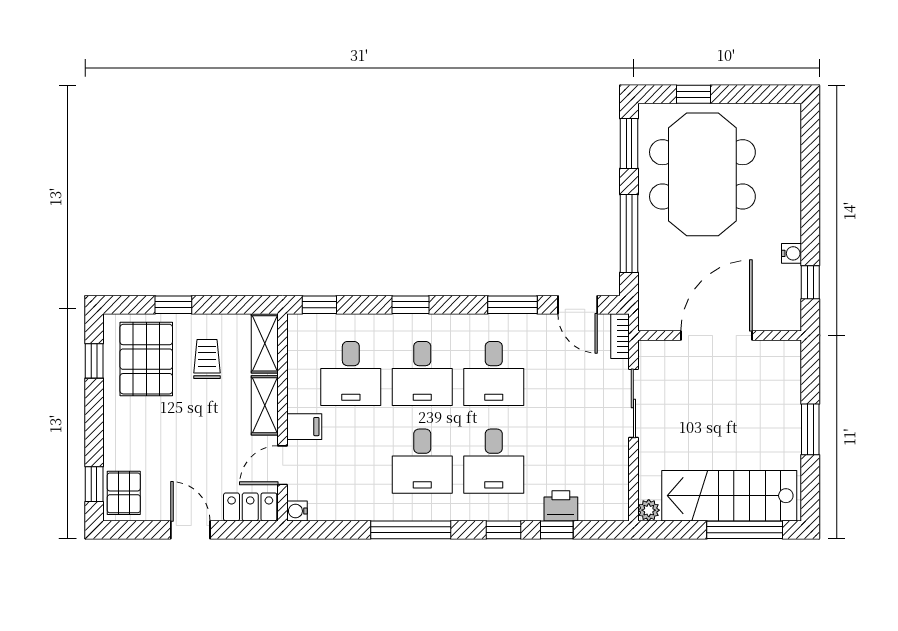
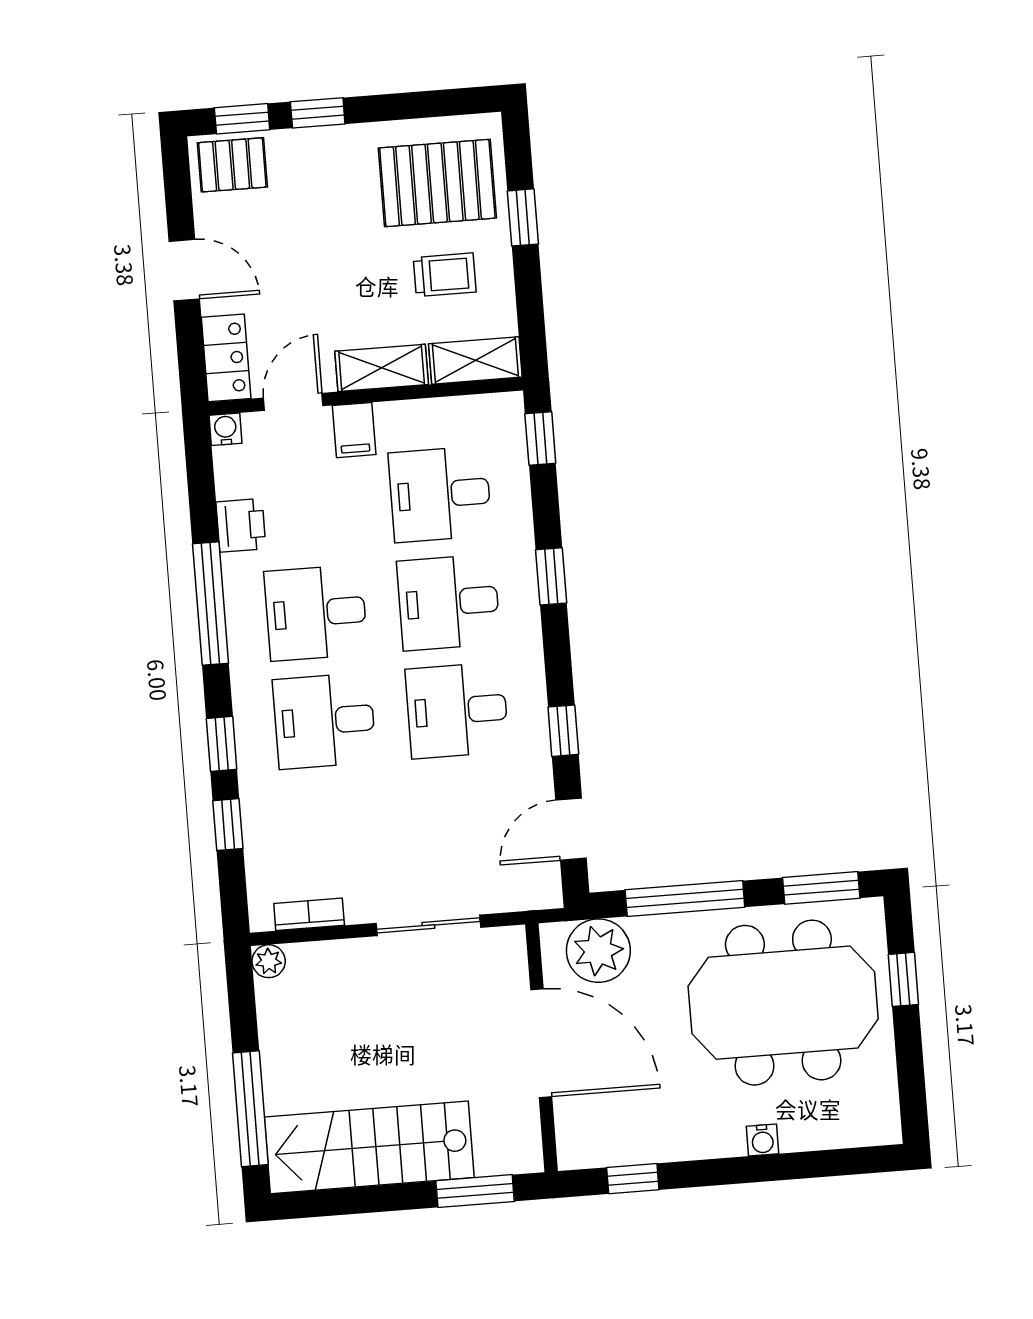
water cooler: (792, 253) -> (763, 1140), moved
plant: (659, 293) -> (598, 951), added
window: (513, 305) -> (563, 731), width x0.67
bookcase: (620, 336) -> (309, 914), moved
window: (94, 361) -> (318, 113), moved
window: (810, 429) -> (475, 1191), moved
door: (283, 465) -> (293, 402), hinge flipped
stairs: (729, 496) -> (369, 1147), moved, turned -90
printer: (561, 506) -> (241, 525), moved
door: (190, 530) -> (184, 270), hinge flipped

